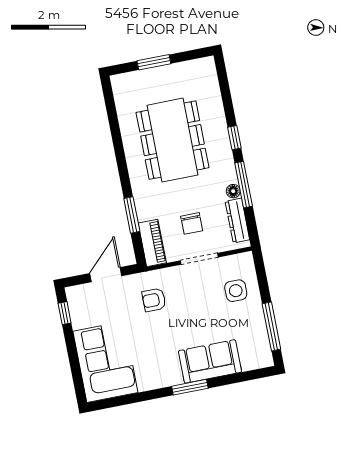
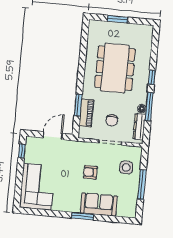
piano: (152, 243) -> (86, 113), moved
armchair: (154, 300) -> (90, 172), moved
window: (271, 326) -> (142, 185), moved

